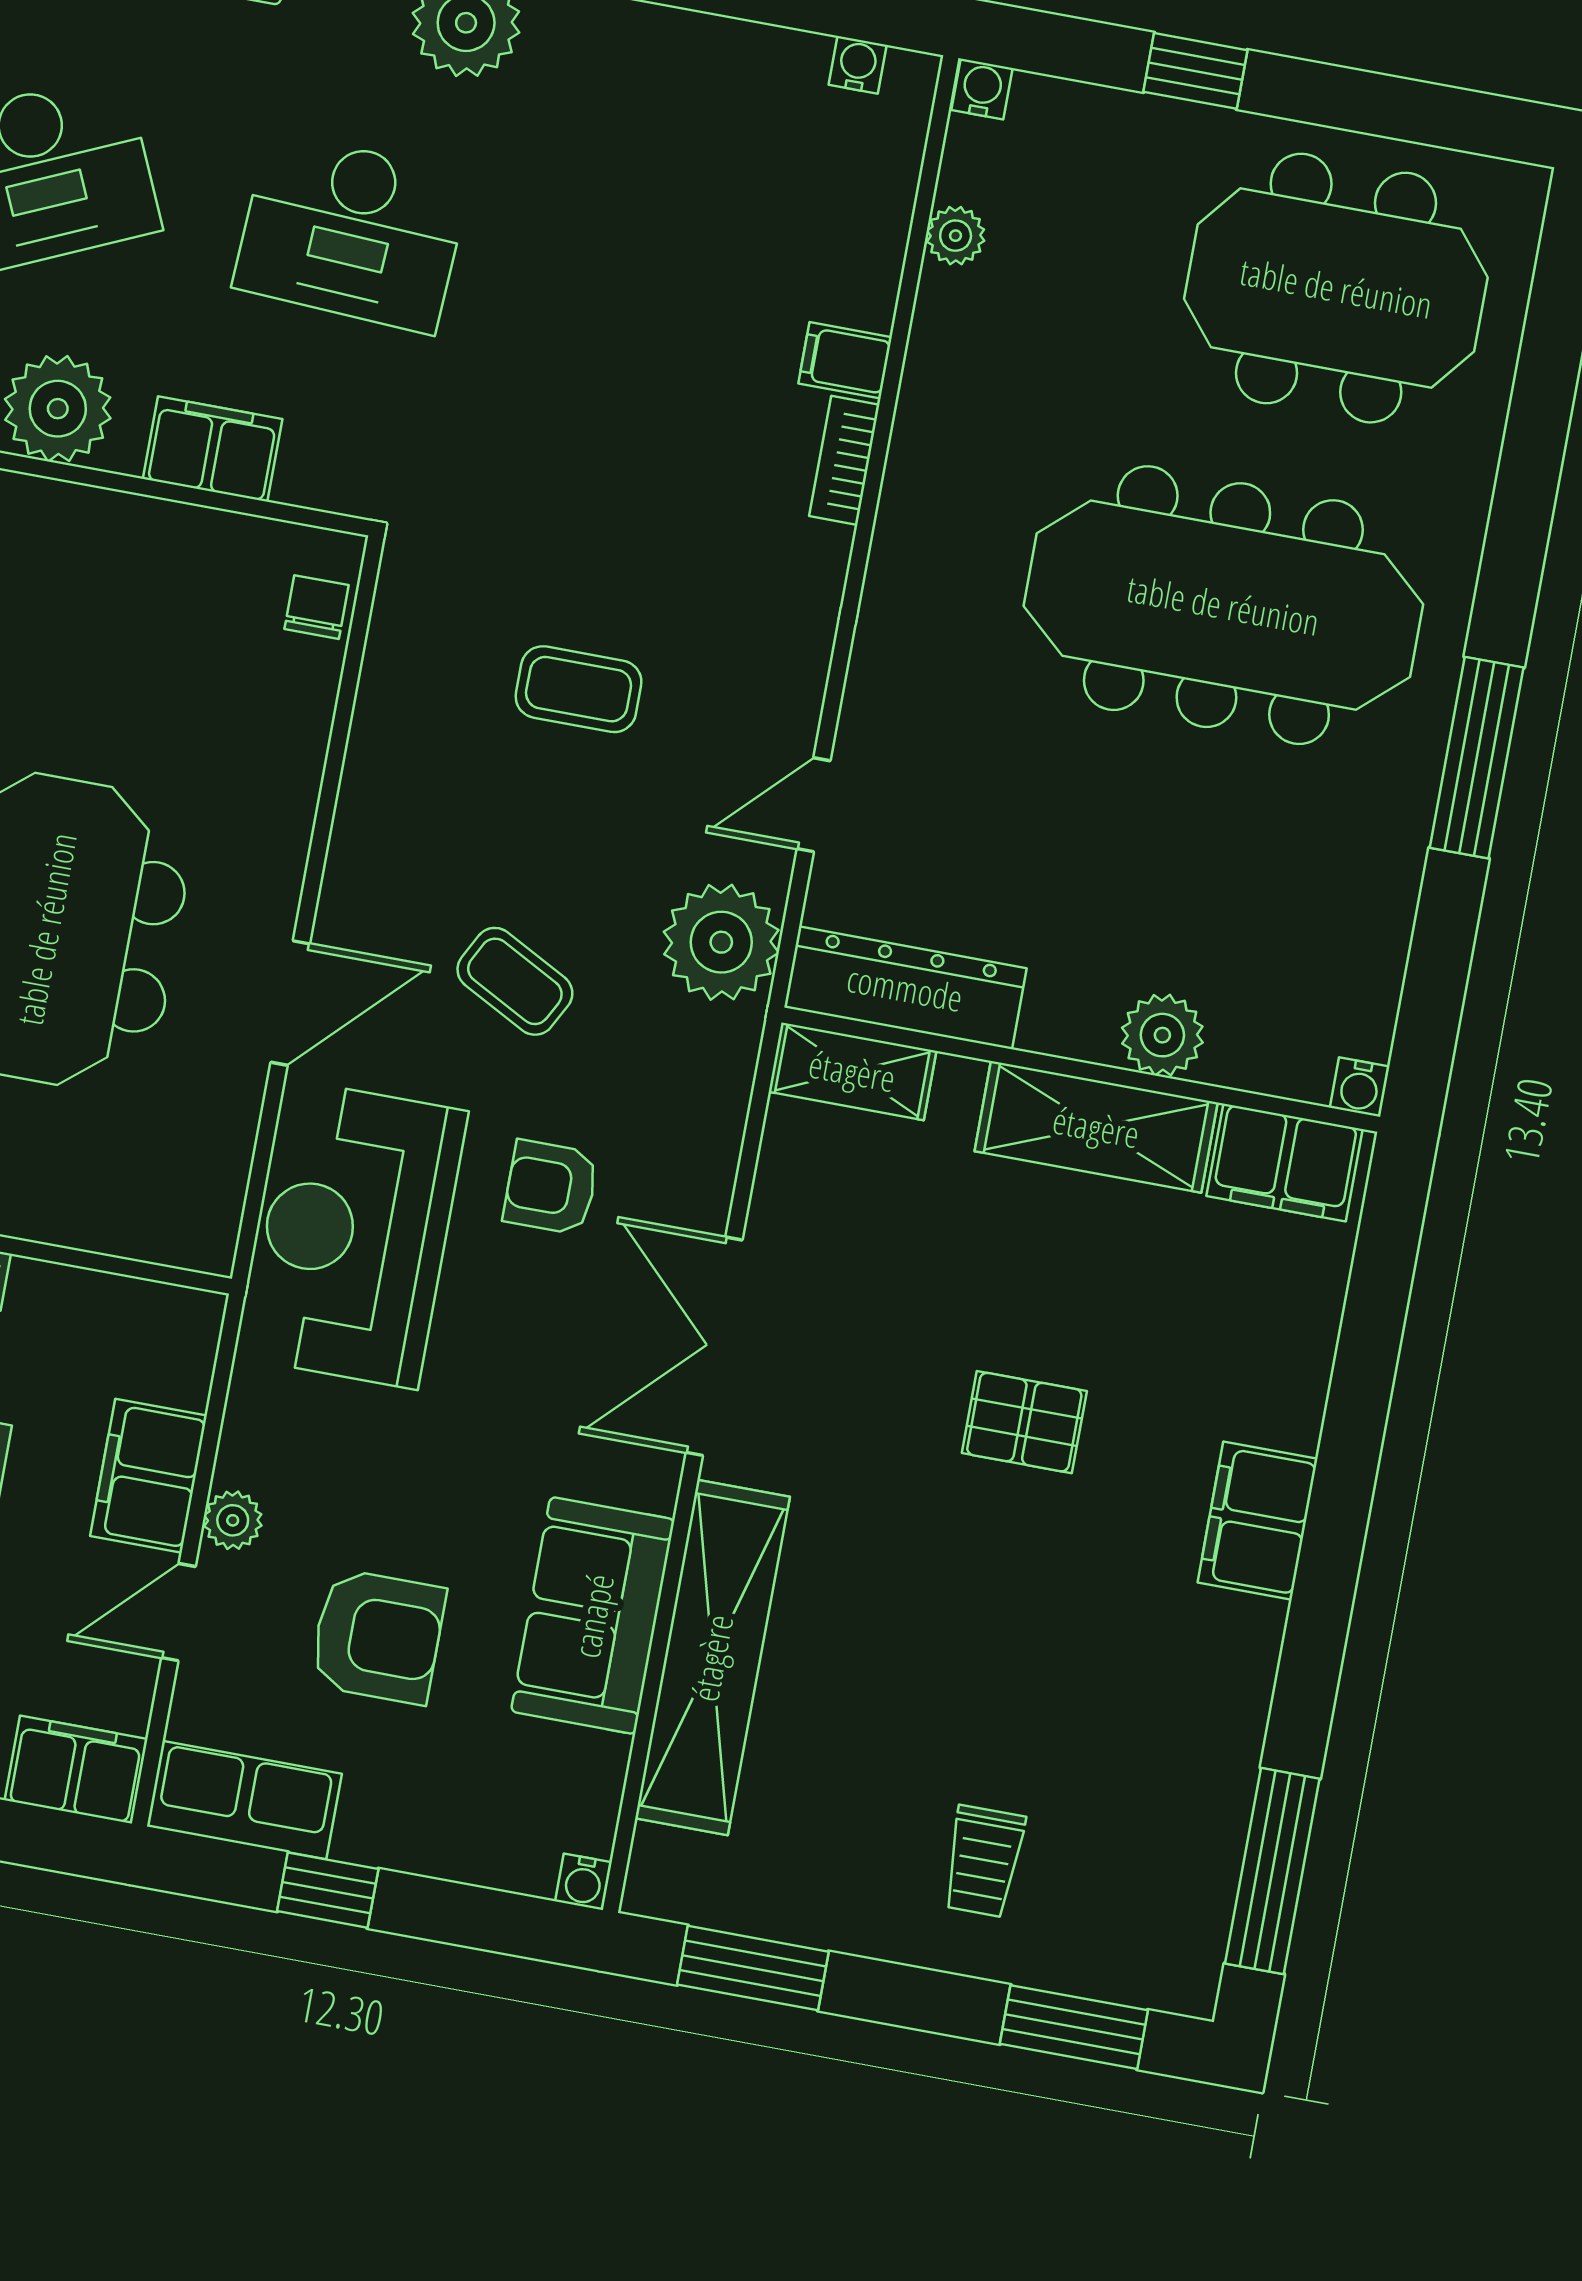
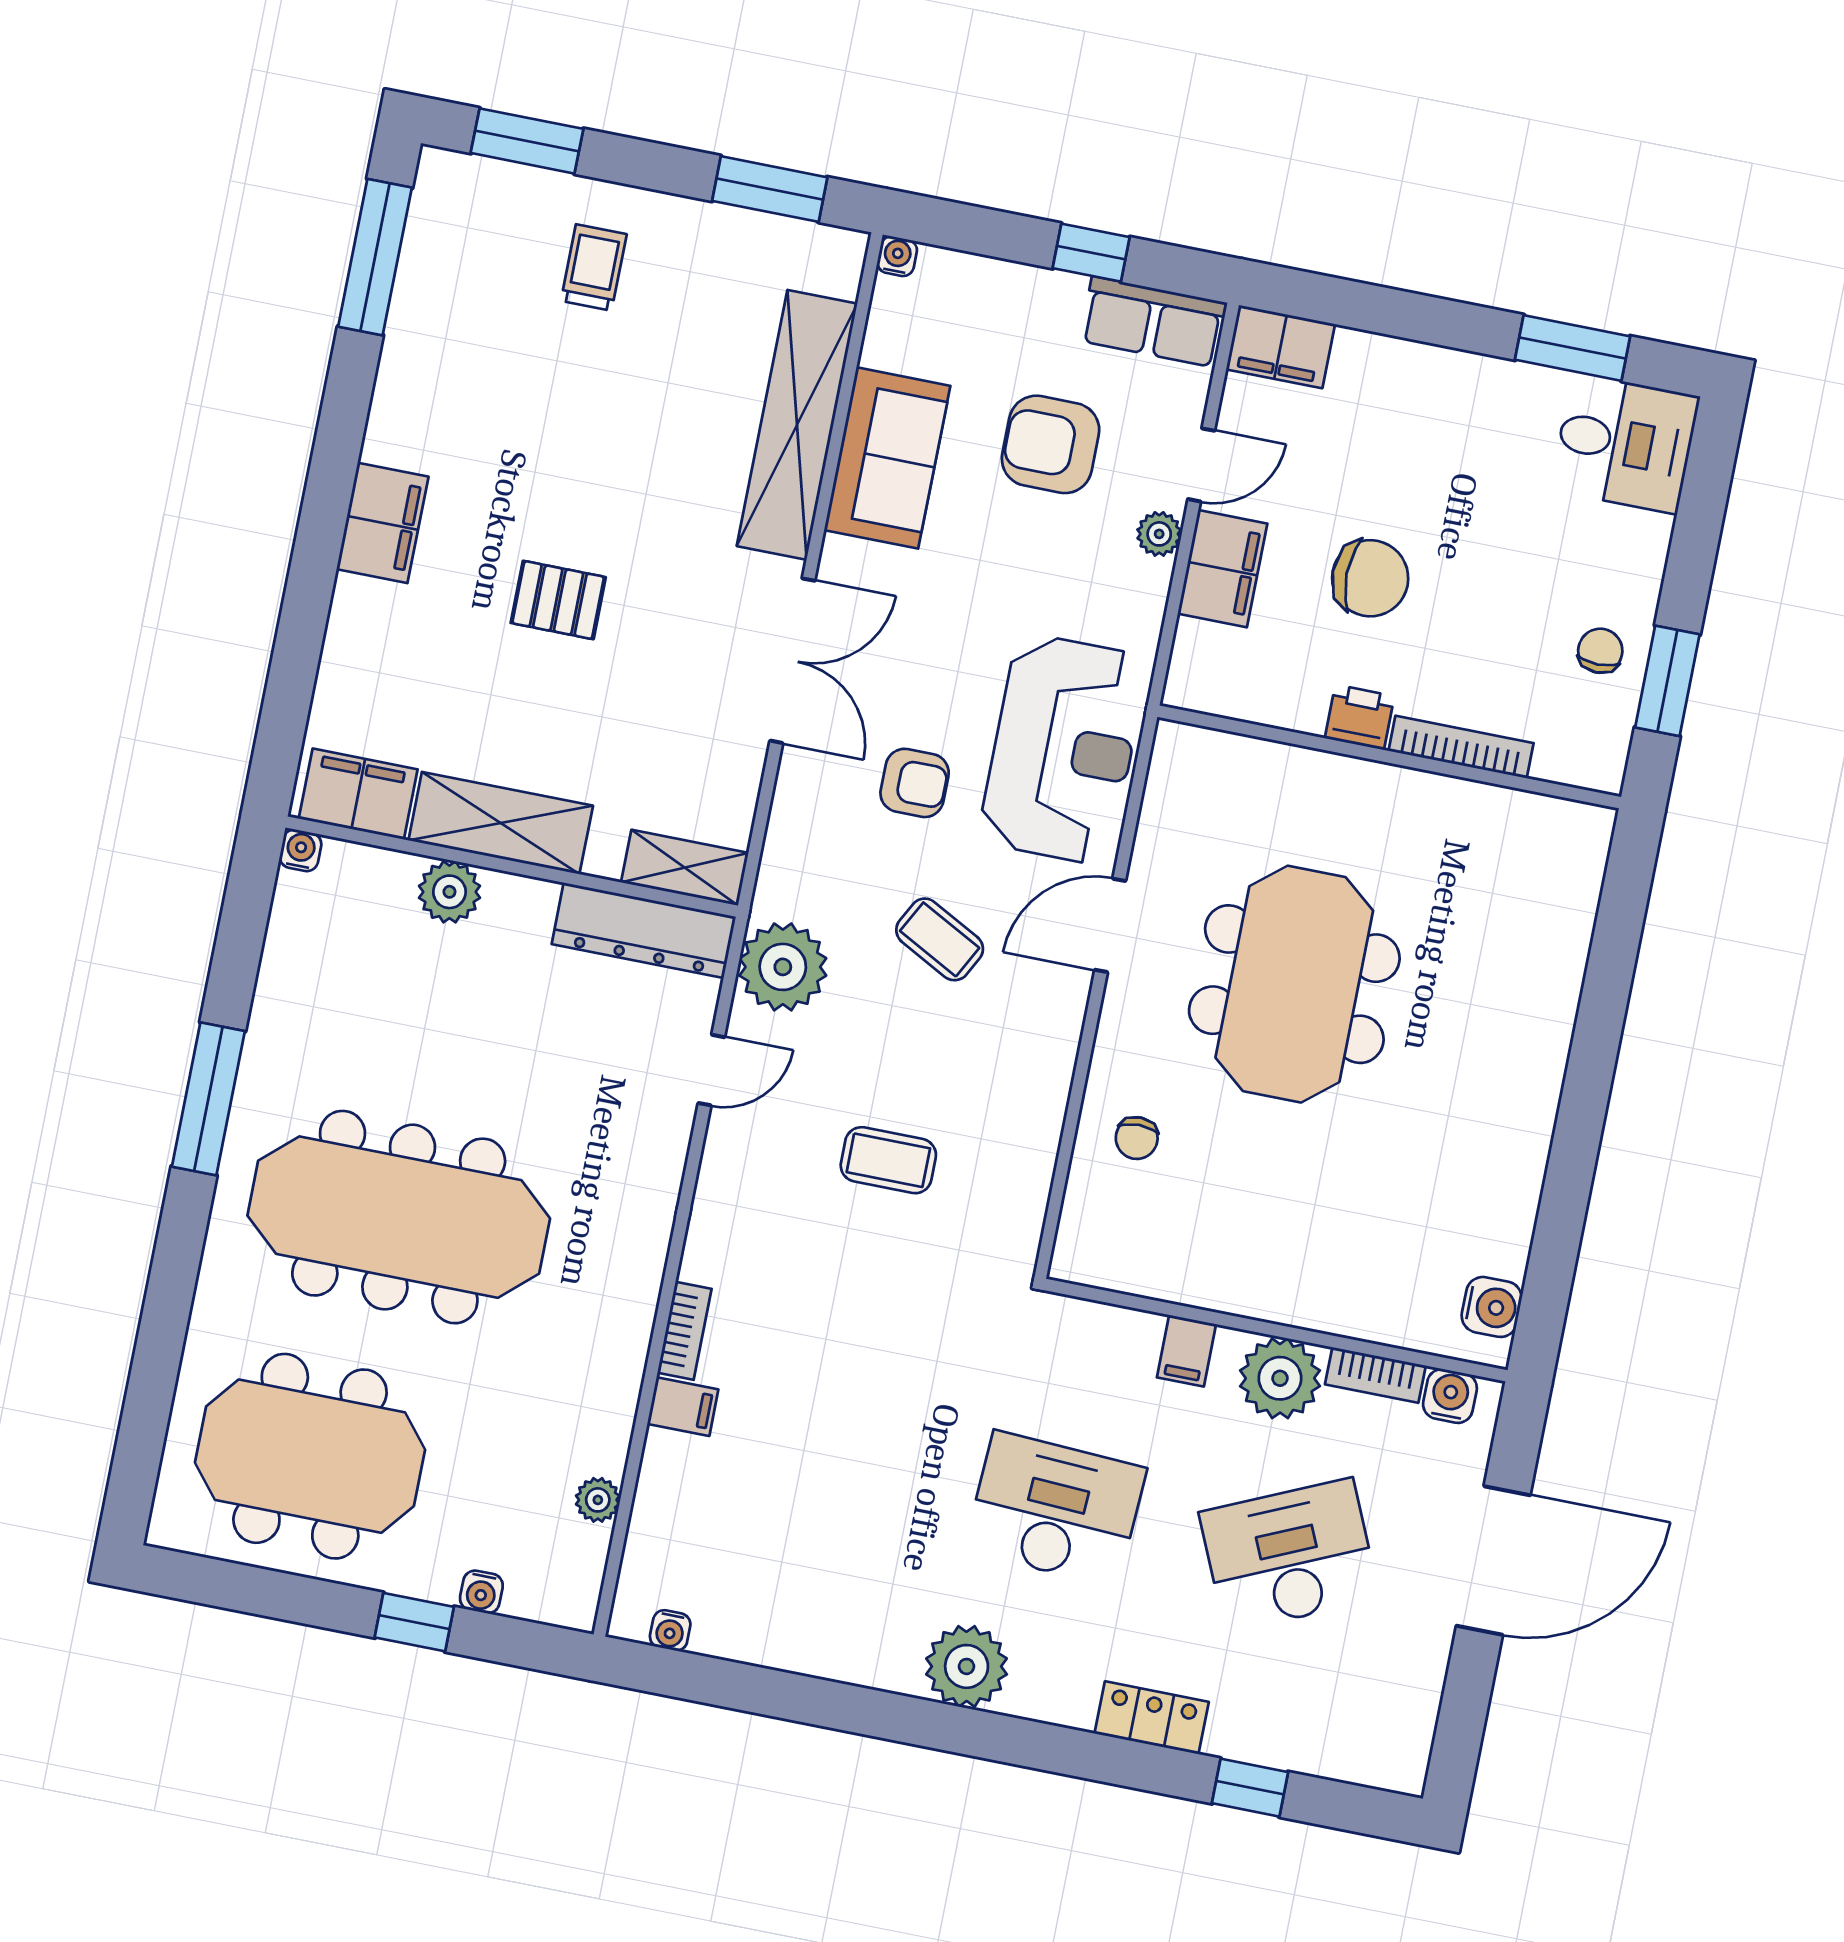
water cooler: (982, 89) -> (481, 1592), moved
filing cabinet: (213, 449) -> (1186, 1351), width x0.50
chair: (317, 607) -> (1137, 1138), moved

